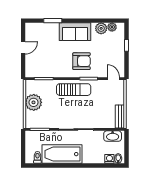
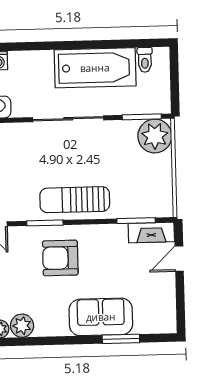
sofa: (75, 32) -> (101, 317), moved
door: (23, 48) -> (179, 259), moved
fireplace: (36, 72) -> (151, 233), added
plant: (34, 102) -> (155, 136), moved

